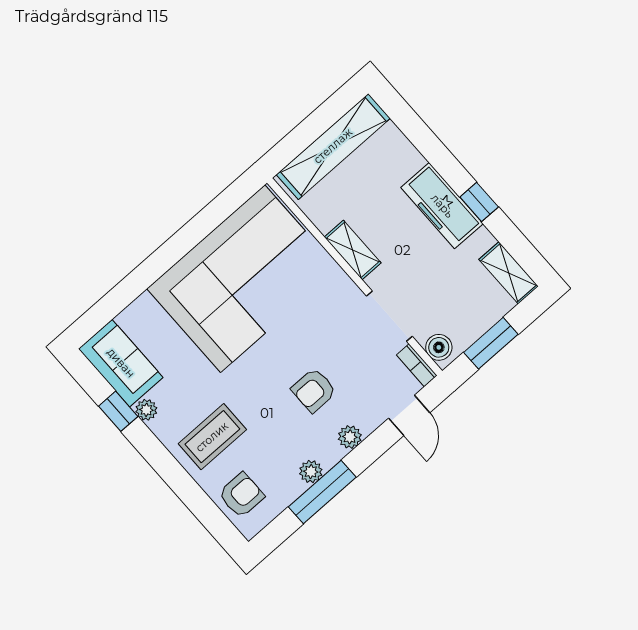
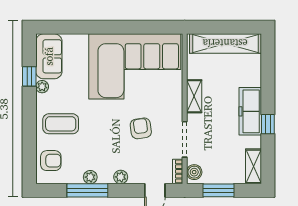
armchair: (314, 390) -> (141, 128), moved, turned 82

